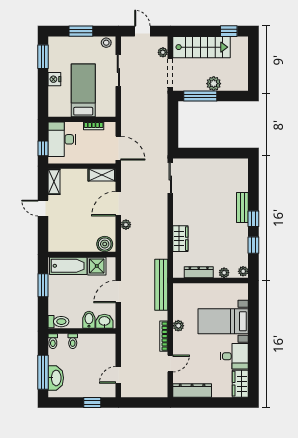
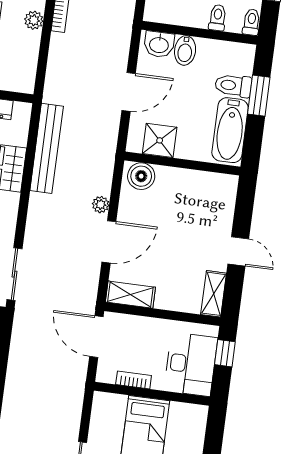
bathtub: (68, 266) -> (230, 130), moved, turned -90
window: (43, 285) -> (259, 96), moved
bench: (161, 285) -> (47, 148), moved
toilet: (59, 322) -> (233, 86), moved

